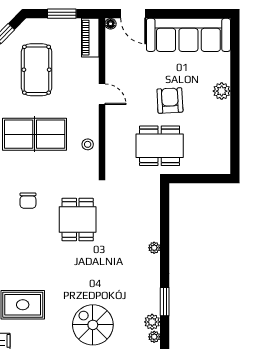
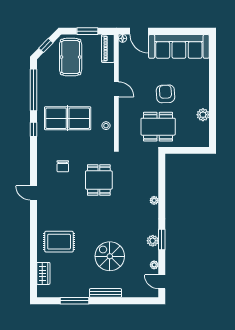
pool table: (37, 70) -> (71, 57), moved
plant: (222, 91) -> (203, 115), moved
plant: (152, 322) -> (153, 241), moved

